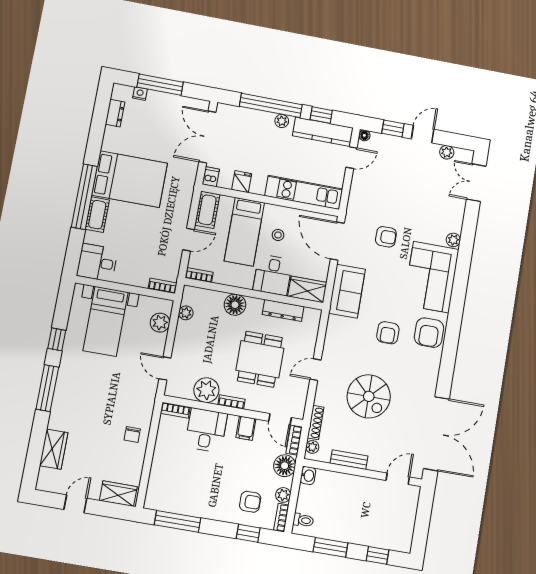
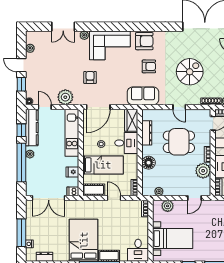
double door: (476, 183) -> (63, 27), moved
plant: (361, 193) -> (65, 97), added
sofa: (347, 291) -> (143, 96), moved

